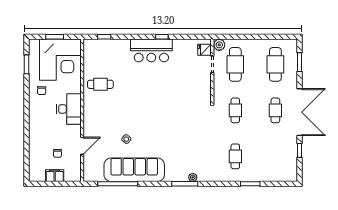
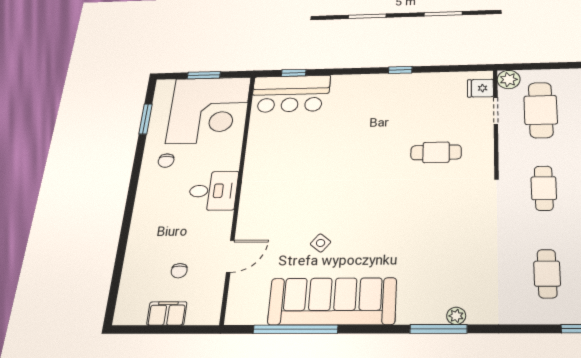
bar counter: (151, 50) -> (291, 94), moved
cafe table: (100, 84) -> (436, 152), moved
desk: (69, 109) -> (213, 191), width x0.73

